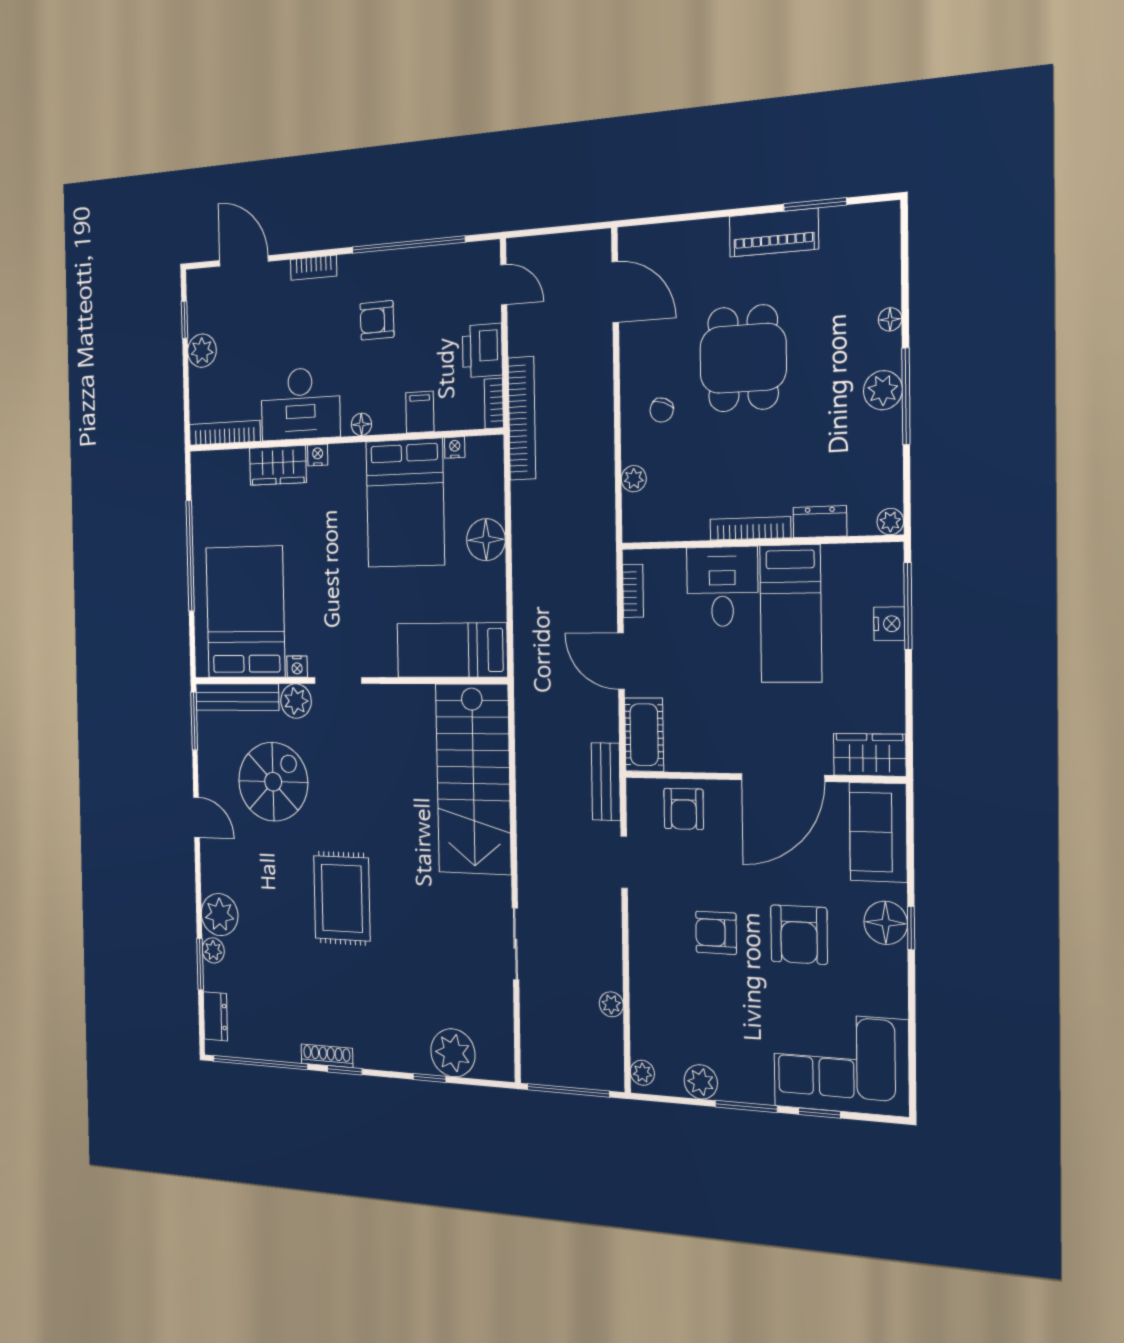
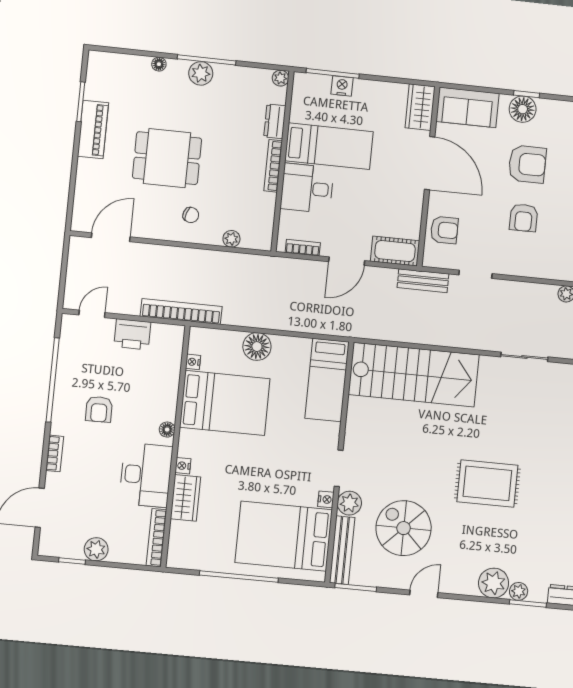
bookcase: (494, 403) -> (168, 330), removed
filing cabinet: (420, 412) -> (166, 385), removed

